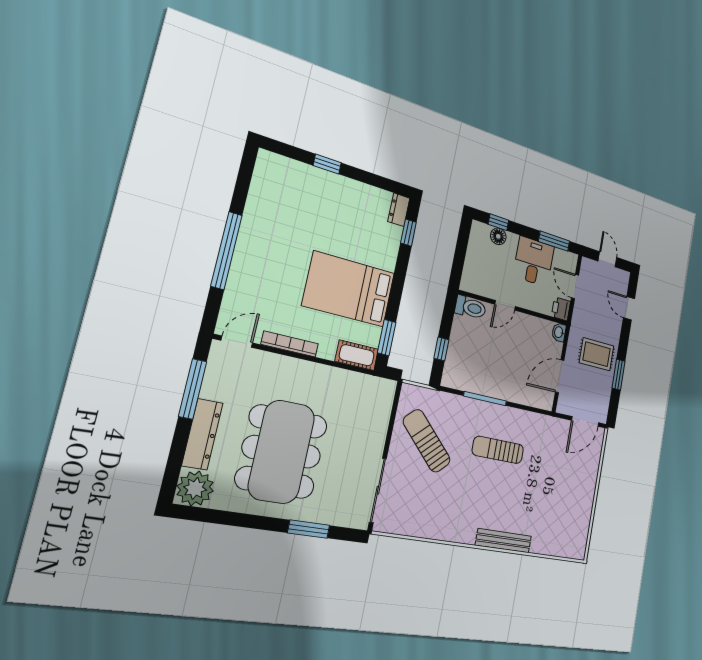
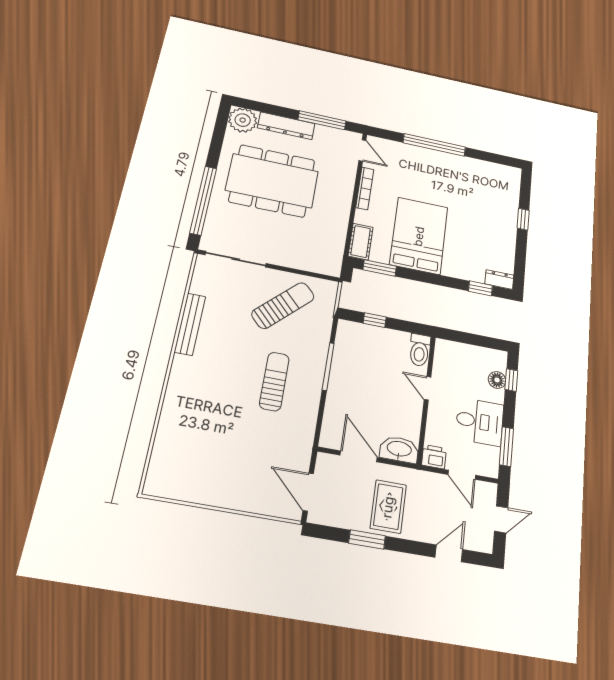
door: (575, 287) -> (462, 475), swing flipped
washbasin: (559, 332) -> (399, 449), width x1.91, depth x1.45
window: (309, 529) -> (203, 200), width x2.11
bench: (504, 541) -> (190, 324), moved

